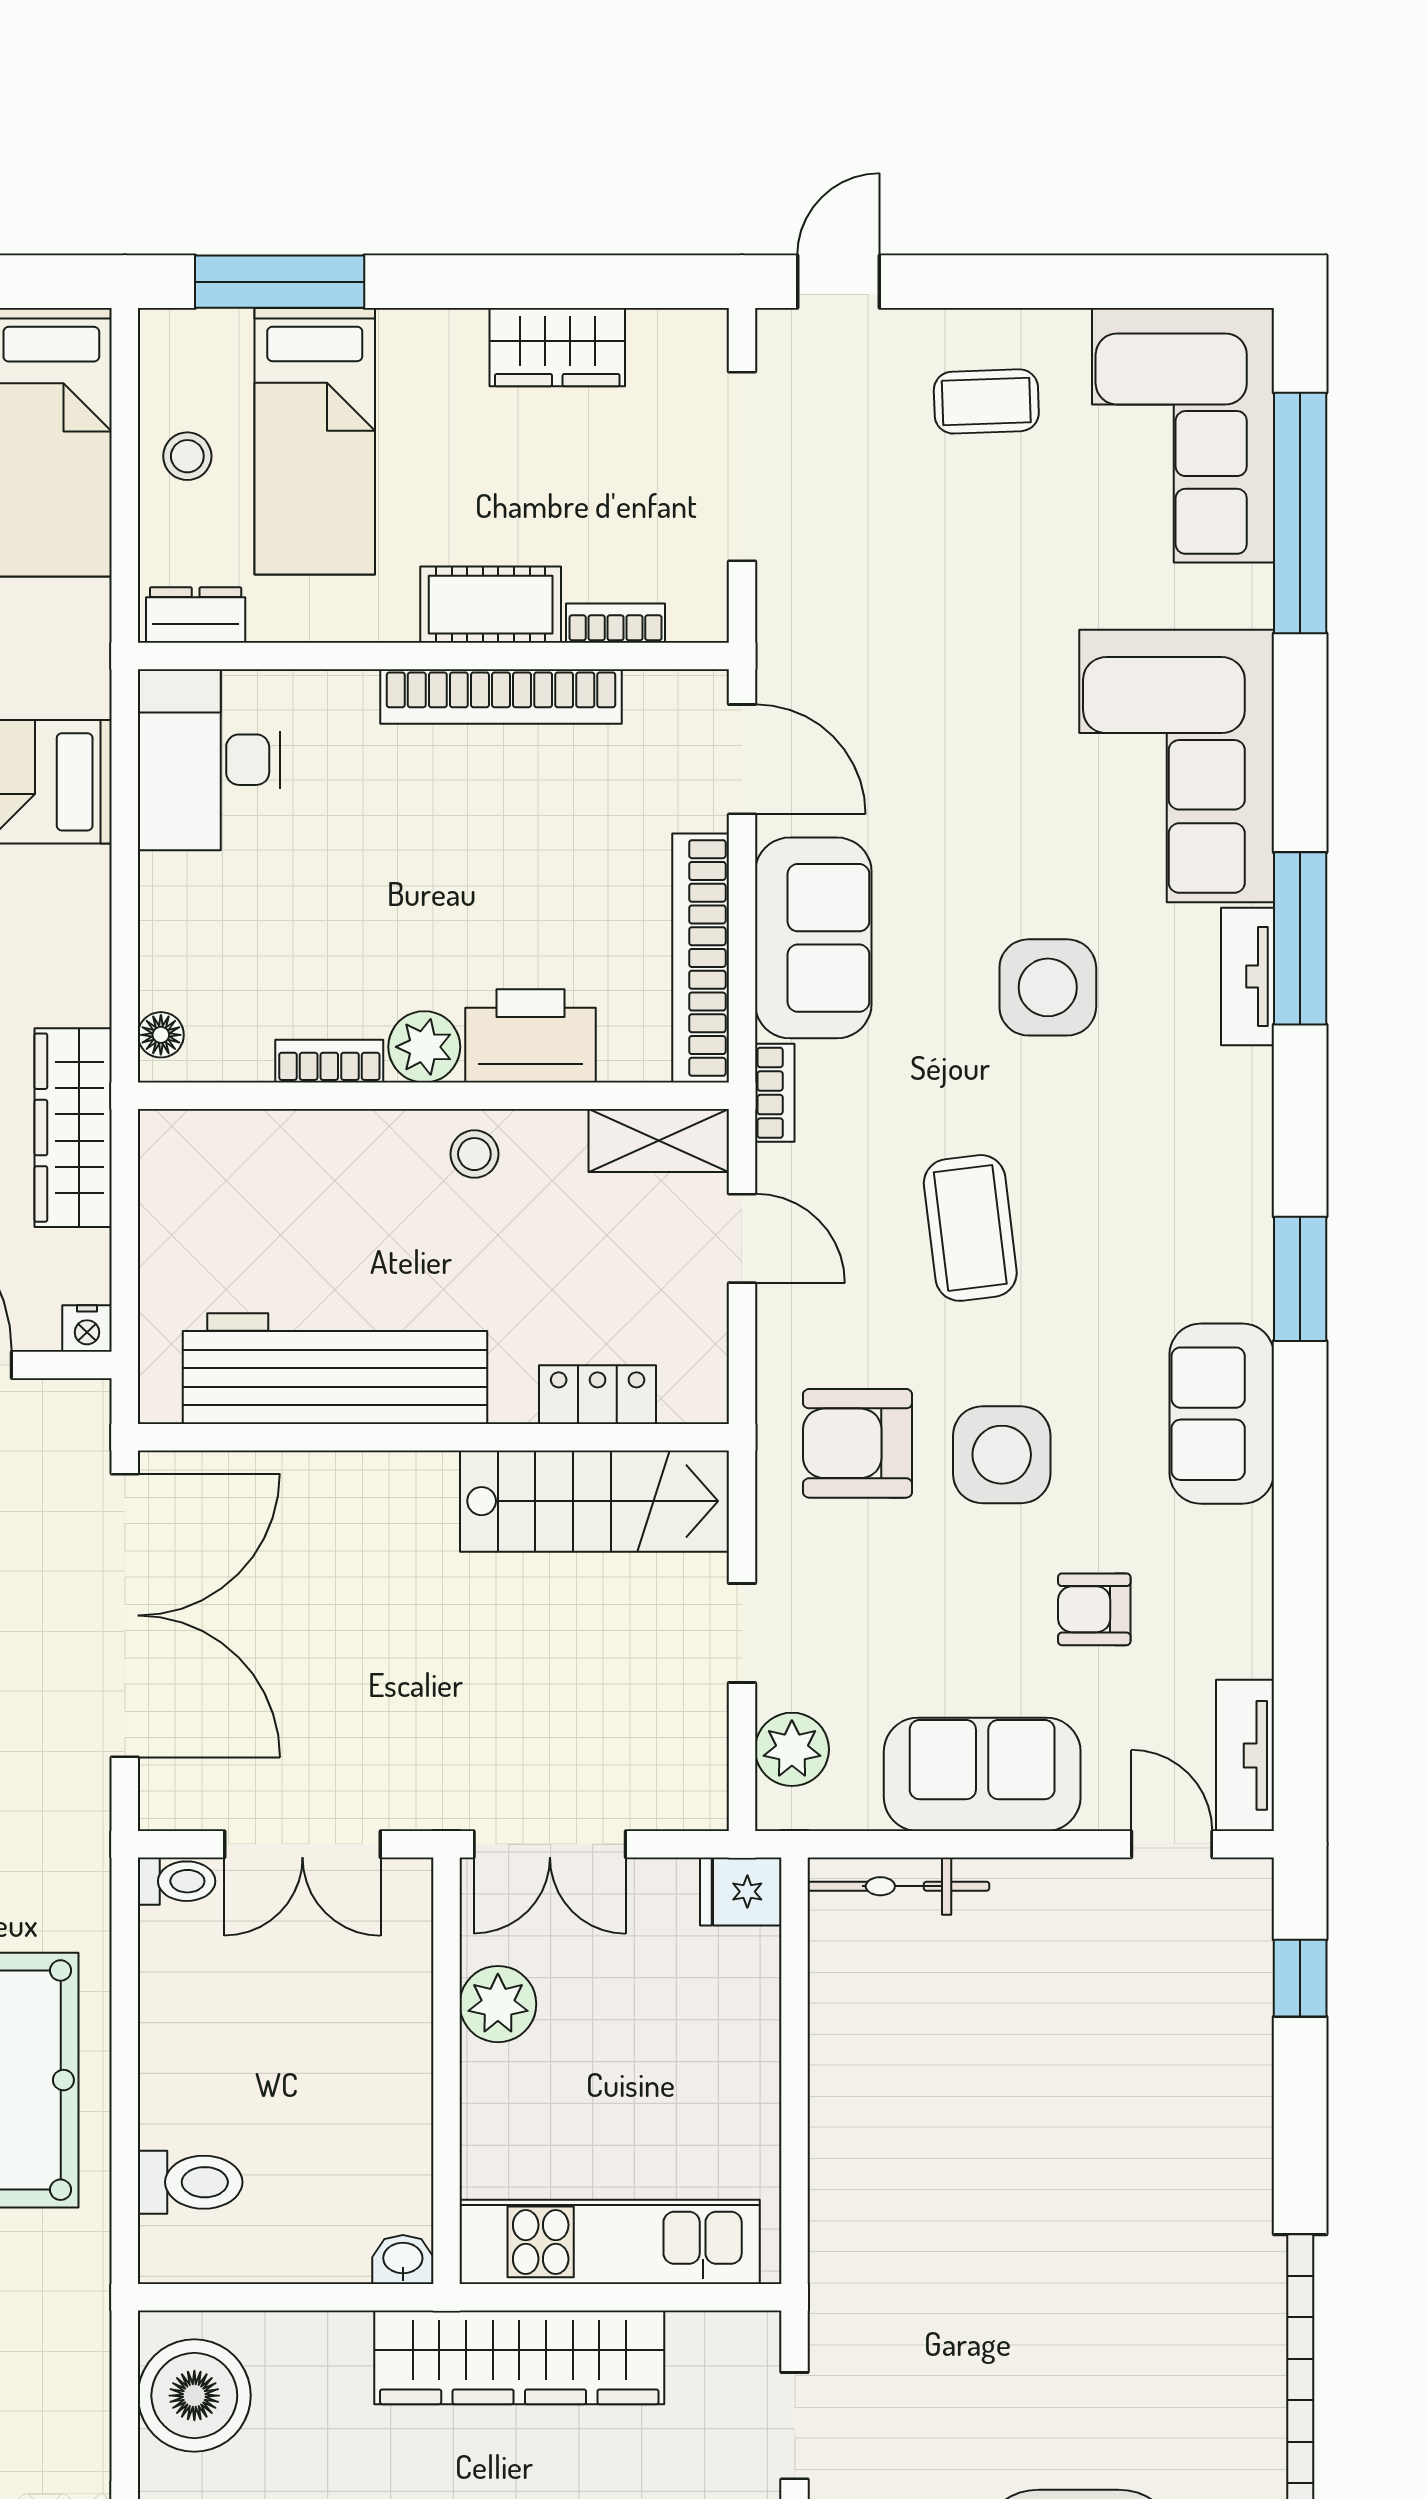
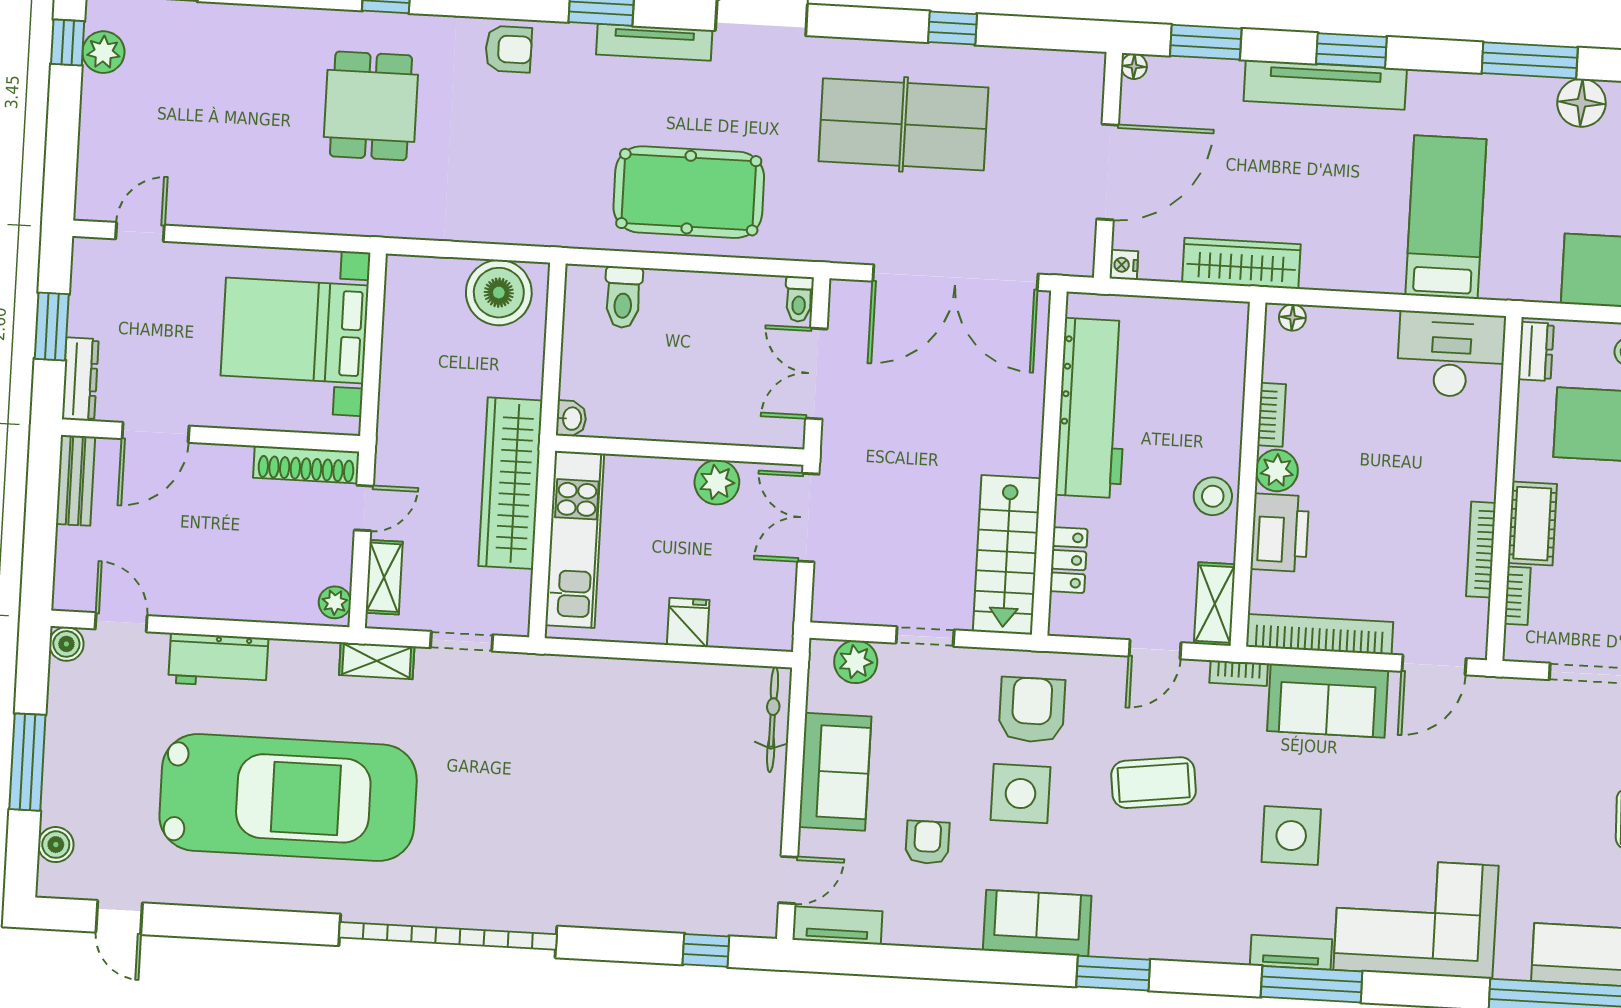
bookcase: (501, 696) -> (1481, 550), width x0.68, depth x0.76
stool: (474, 1154) -> (1213, 496), width x1.37, depth x1.37
fridge: (741, 1892) -> (688, 623), moved

